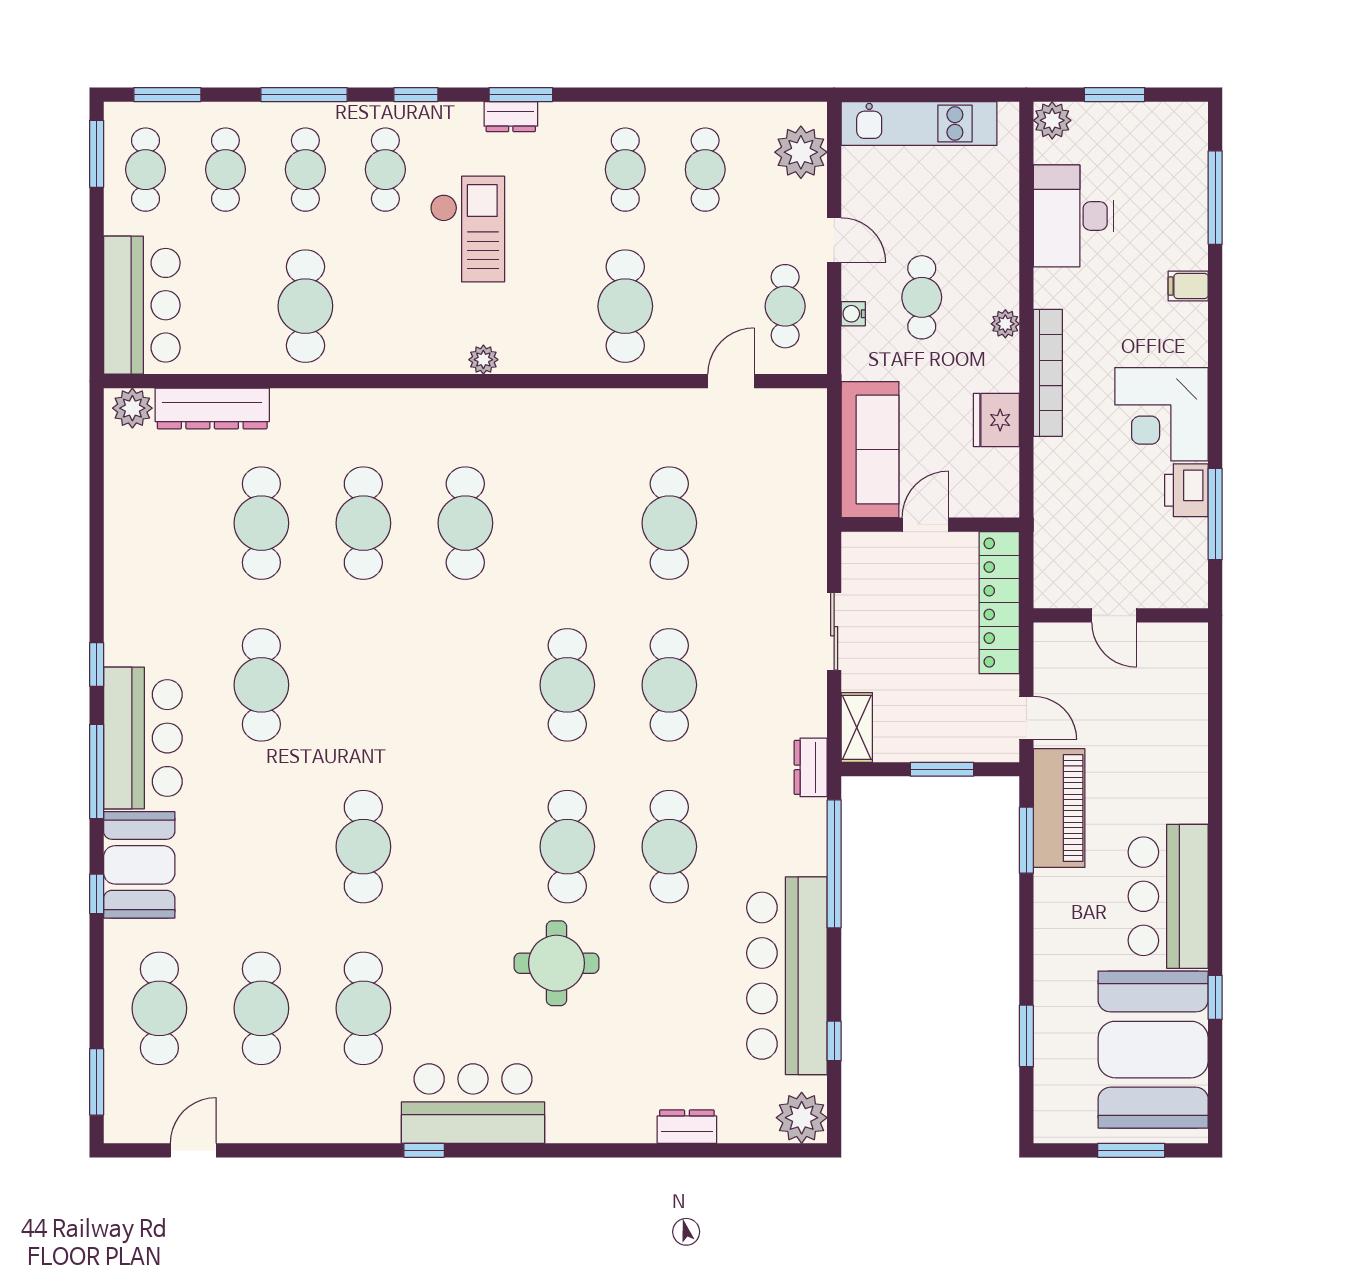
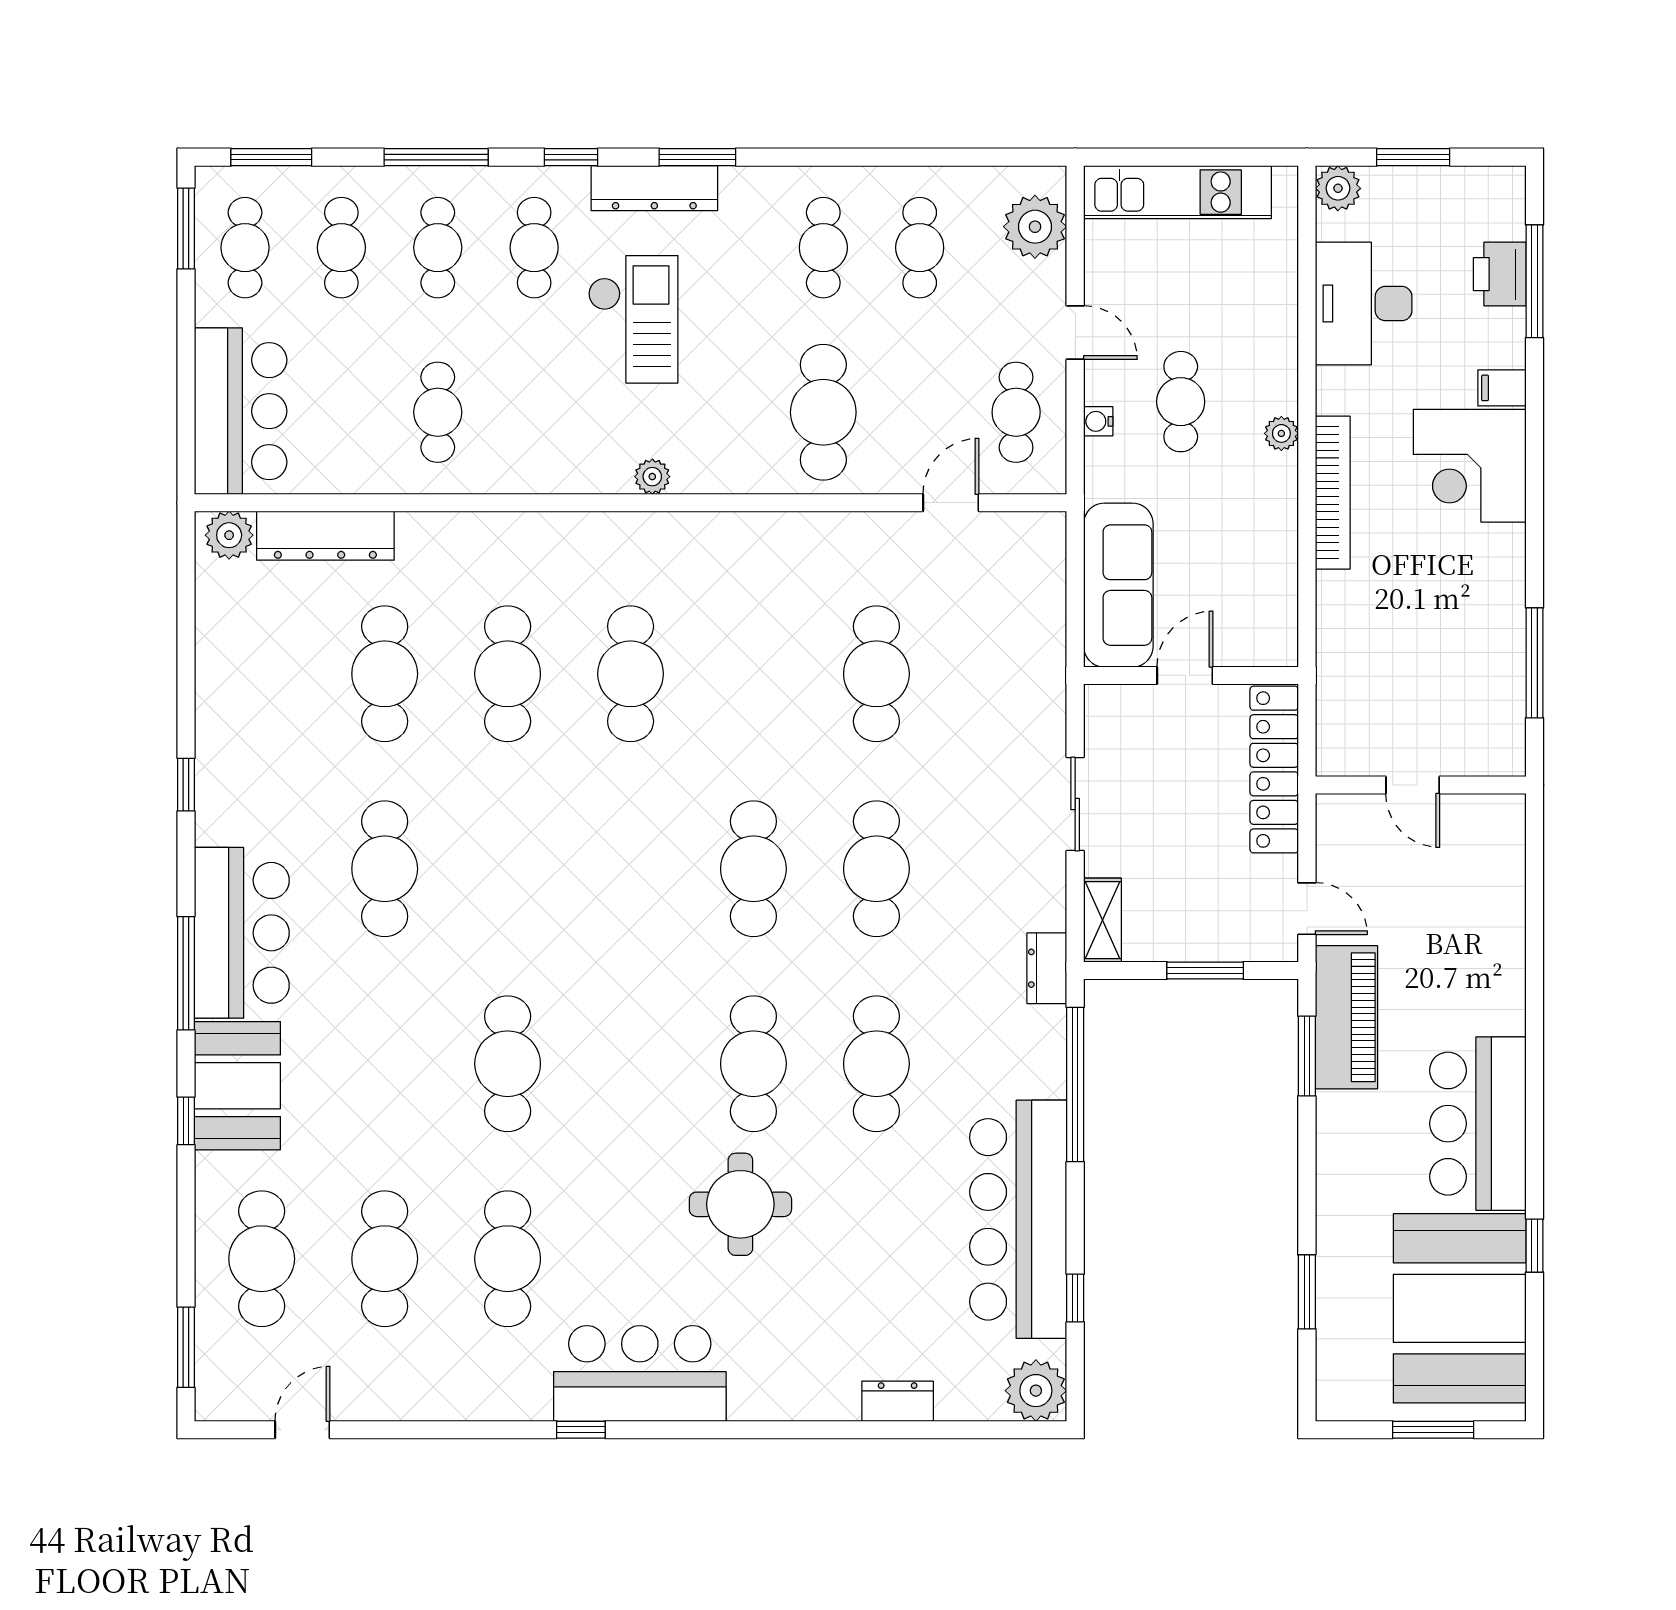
dresser: (511, 117) -> (654, 188), width x1.96, depth x1.24
cafe table: (305, 306) -> (438, 412), width x0.73, depth x0.74
corner desk: (1161, 414) -> (1470, 466), moved
fridge: (996, 420) -> (1271, 549), removed
printer: (1186, 490) -> (1500, 274), moved
window: (97, 664) -> (186, 785), moved

